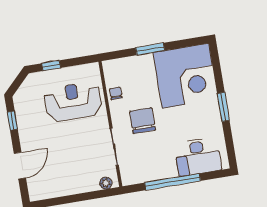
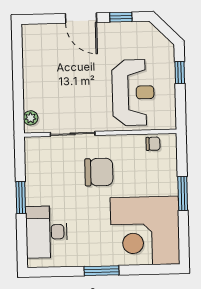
chair: (116, 93) -> (153, 144), moved
door: (20, 166) -> (81, 18), moved
window: (173, 182) -> (21, 198), width x0.47

